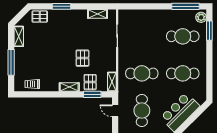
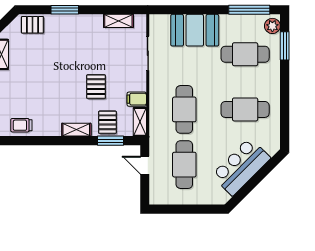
booth: (149, 20) -> (195, 30), added
filing cabinet: (110, 67) -> (137, 99), added
cafe table: (142, 73) -> (184, 109), turned 90

